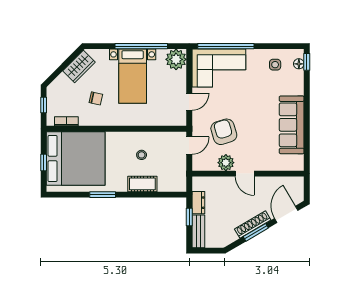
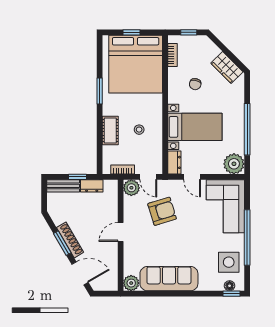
window: (226, 46) -> (247, 237), moved
side table: (275, 65) -> (229, 262), width x1.87, depth x1.87
bed with nightstands: (133, 76) -> (195, 127), moved, turned 180
dresser: (175, 119) -> (174, 162), added
plant: (226, 163) -> (131, 188), moved
plant: (296, 163) -> (131, 283), added
bookcase: (182, 172) -> (123, 169), added

